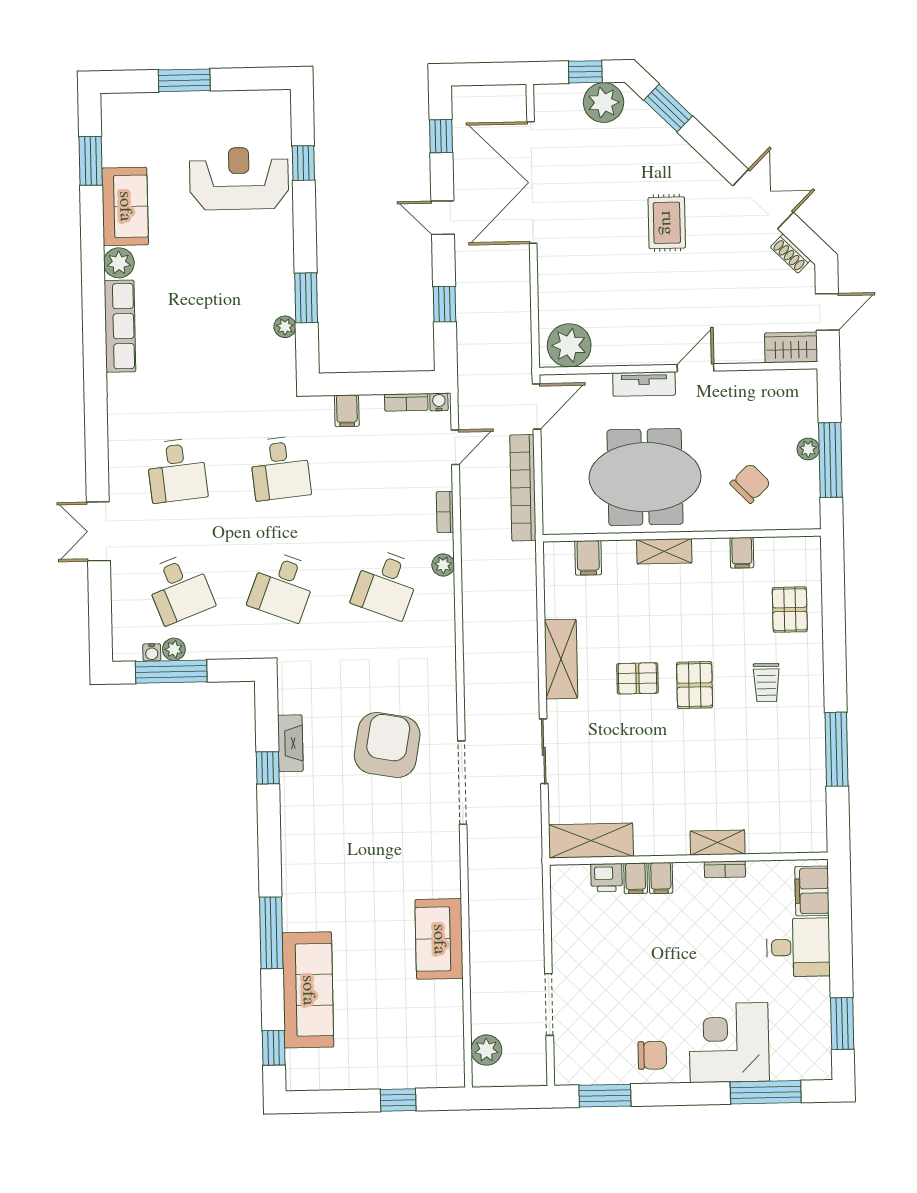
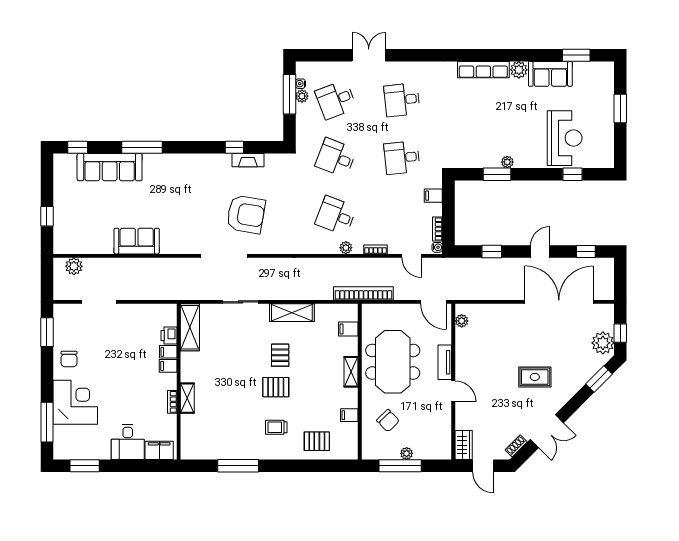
plant: (285, 327) -> (507, 162), moved
plant: (569, 345) -> (462, 321), width x0.53, depth x0.53
bookcase: (523, 488) -> (363, 293), moved

